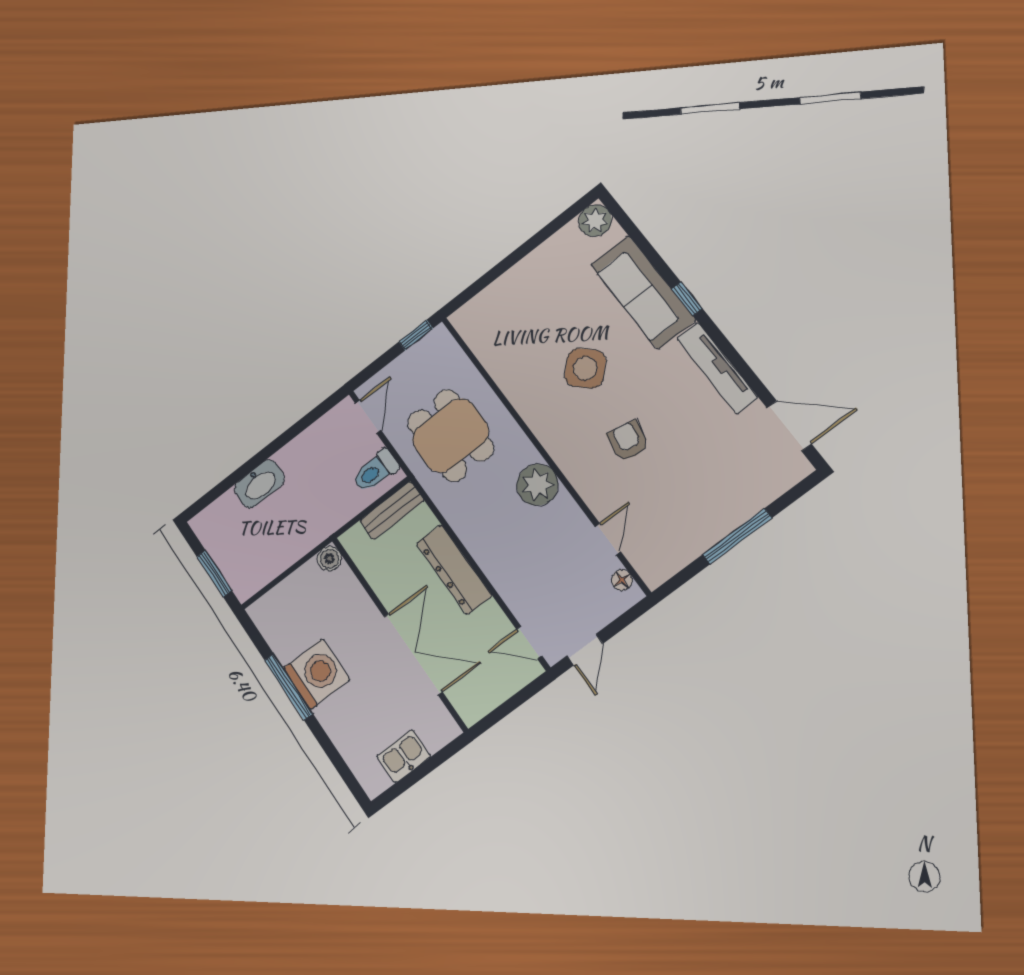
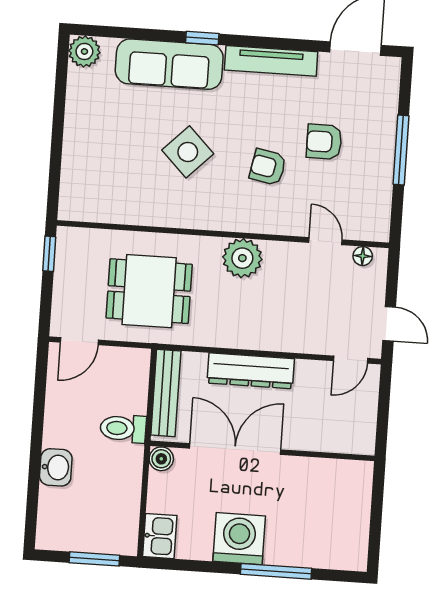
door: (368, 417) -> (79, 341), swing flipped
armchair: (688, 468) -> (324, 142), added
toilet: (375, 471) -> (123, 428), moved, turned 90
washbasin: (259, 484) -> (56, 467), width x0.72
bench: (392, 511) -> (166, 393), width x1.36
double door: (413, 654) -> (235, 449), moved
window: (289, 687) -> (276, 571), moved
kitchen sink: (404, 756) -> (160, 536), moved, turned 180

